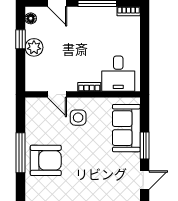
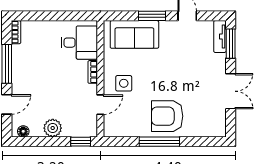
window: (21, 39) -> (81, 142), moved
armchair: (46, 160) -> (167, 116), turned -90

